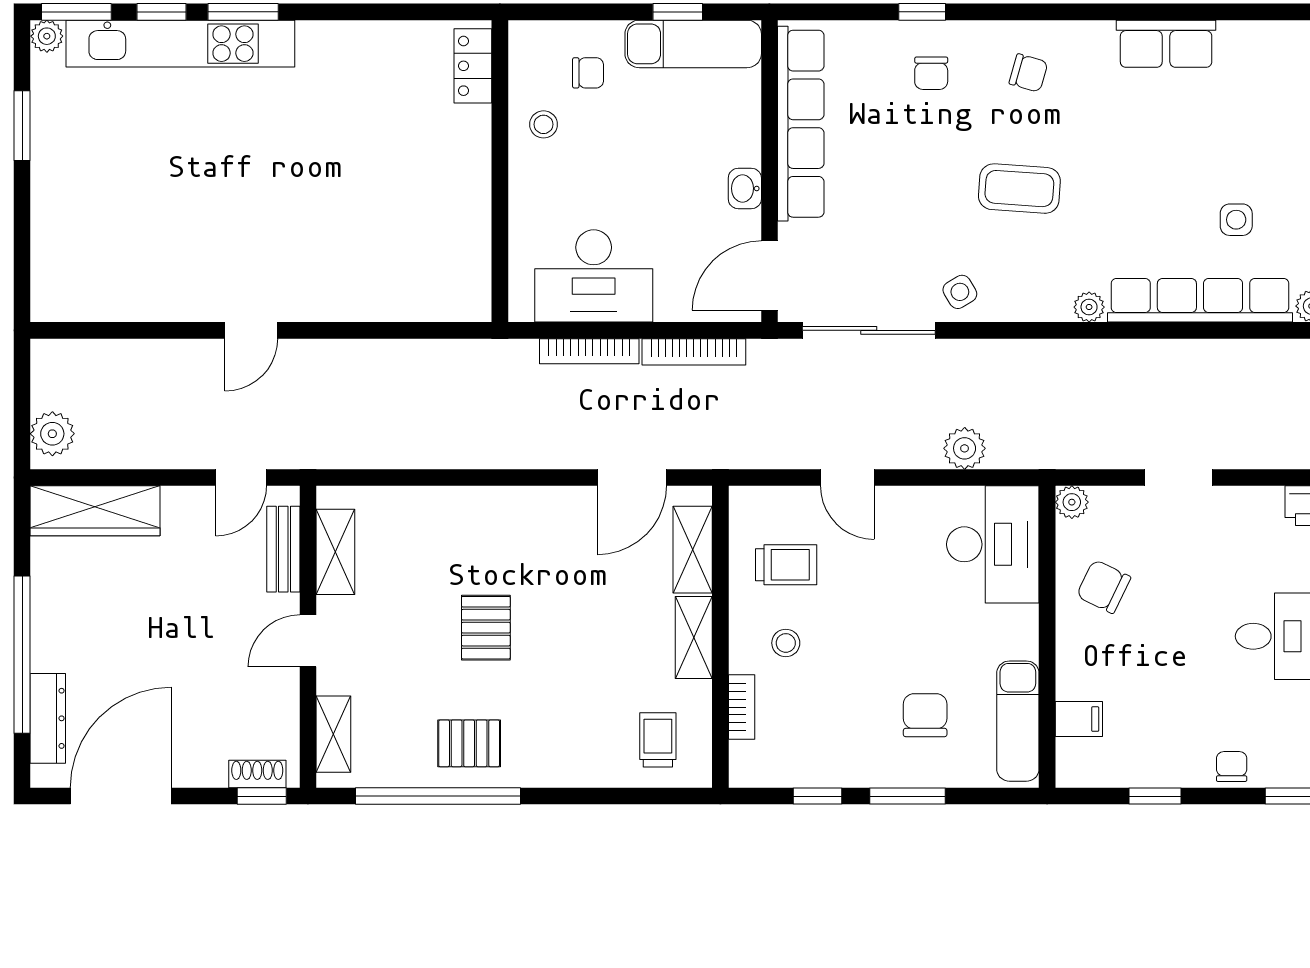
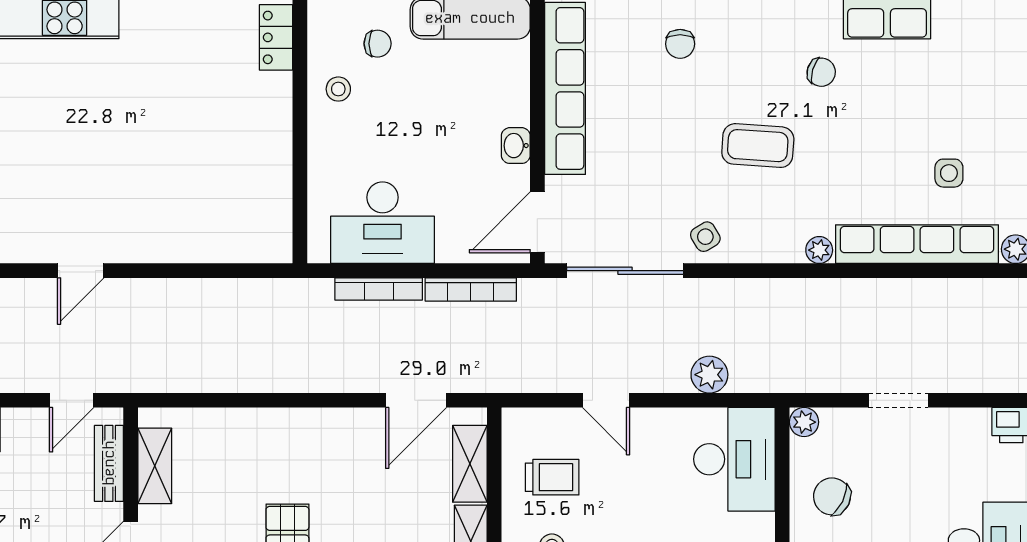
chair: (1028, 73) -> (821, 72), moved

